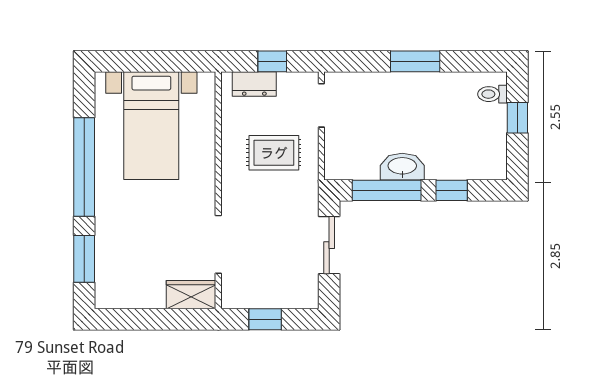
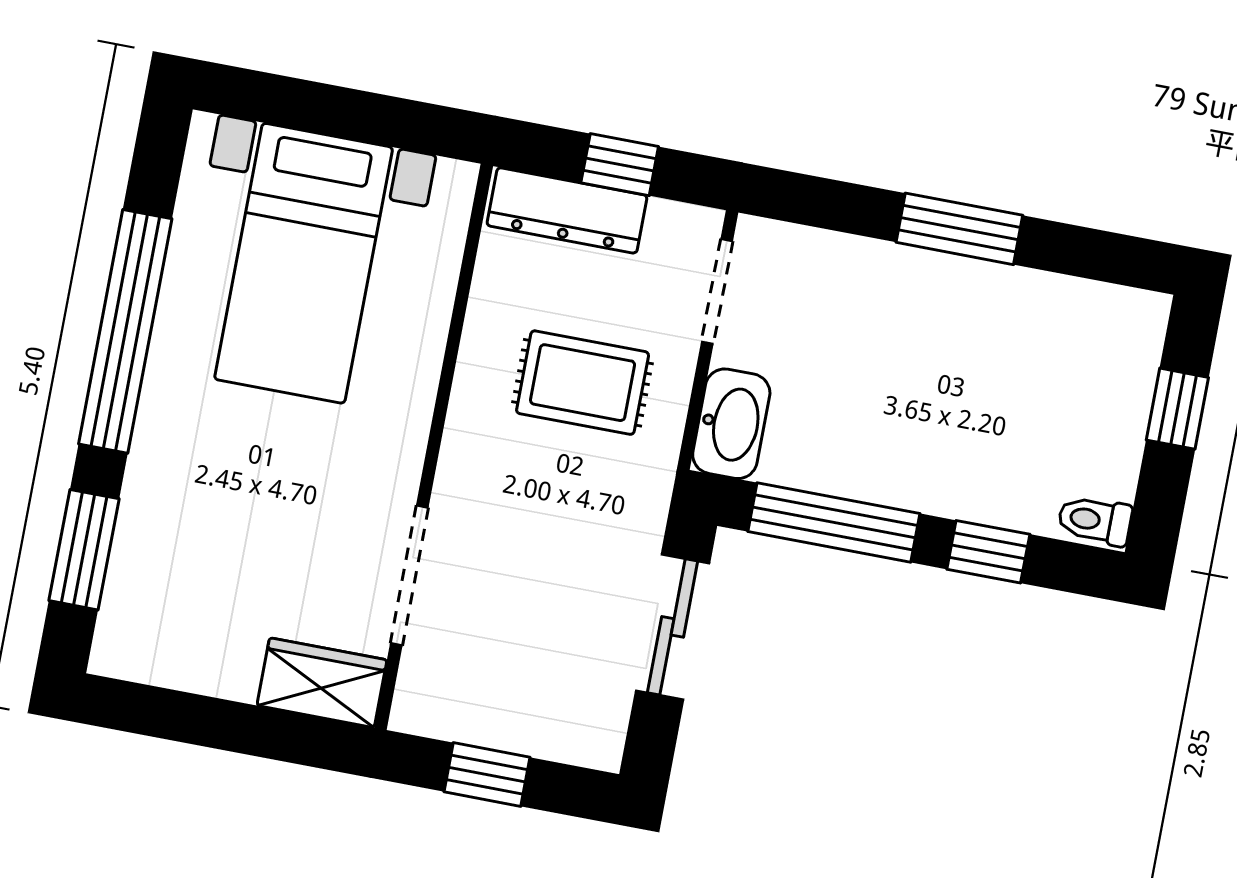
dresser: (254, 84) -> (567, 210), width x1.44
toilet: (492, 94) -> (1095, 520), moved
washbasin: (402, 167) -> (731, 424), moved, turned 90

